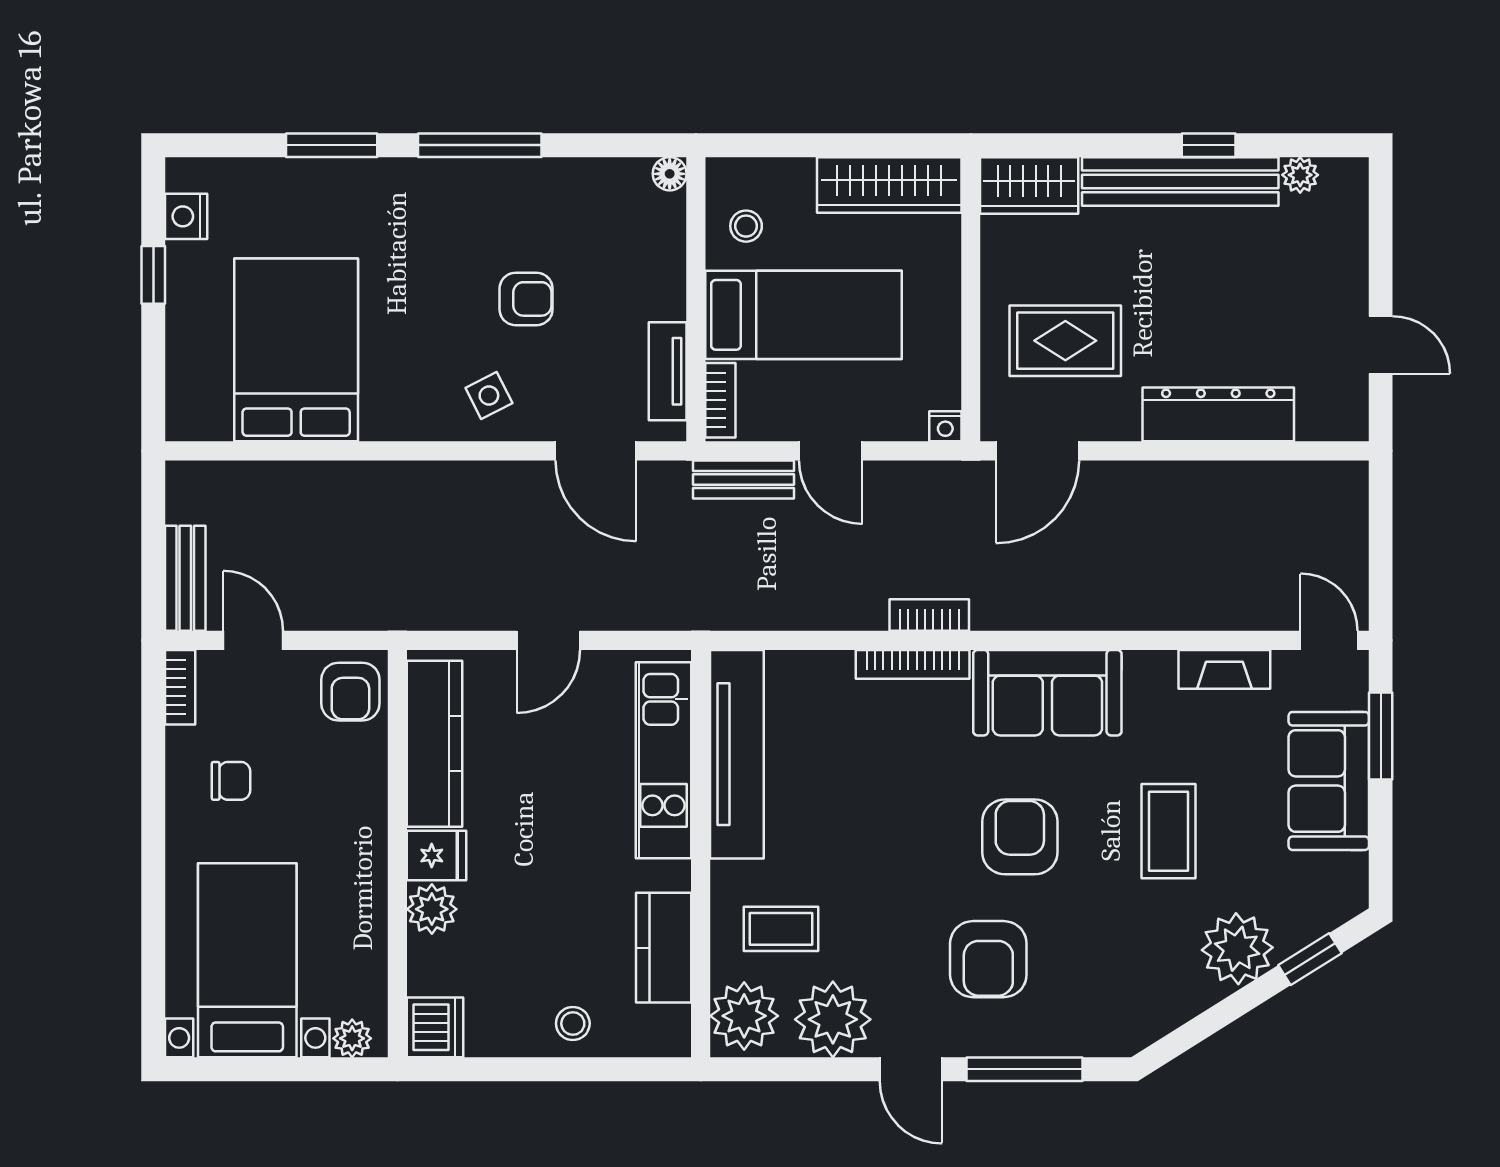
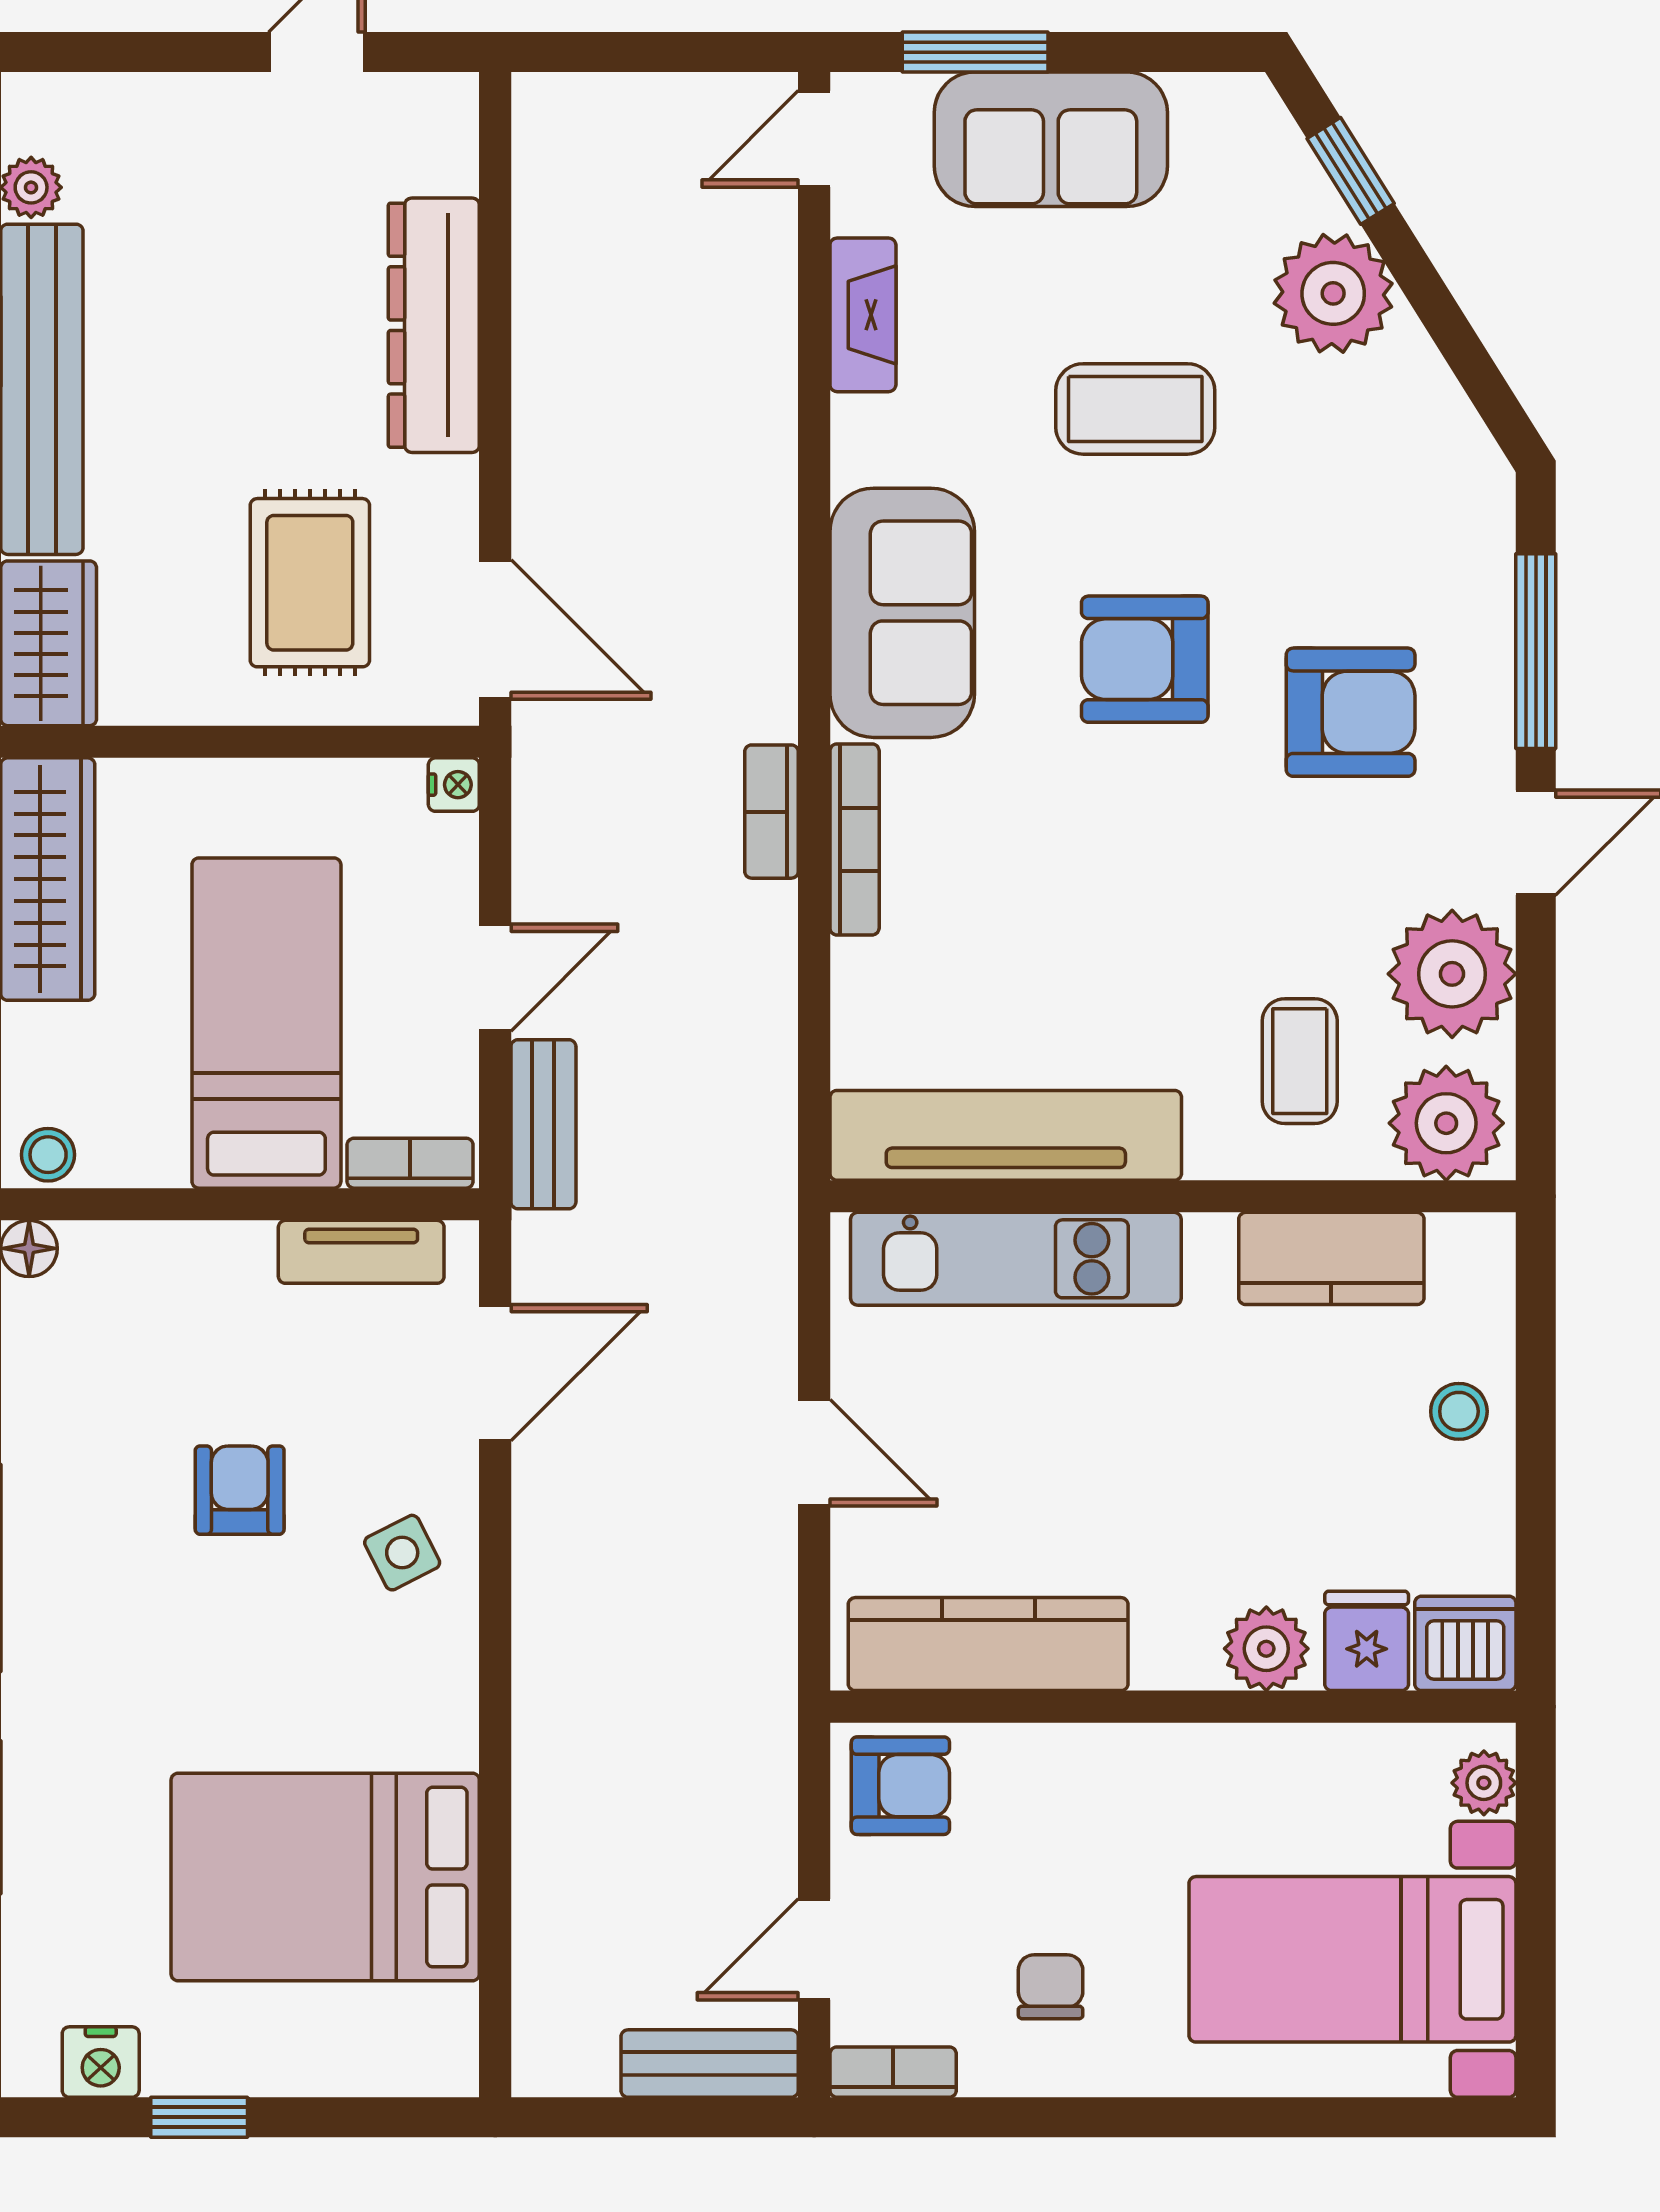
stool: (746, 226) -> (48, 1155), moved
fridge: (436, 855) -> (1367, 1641), moved

